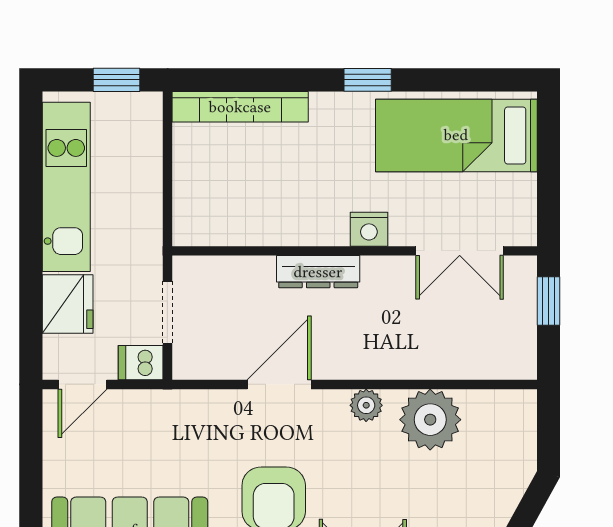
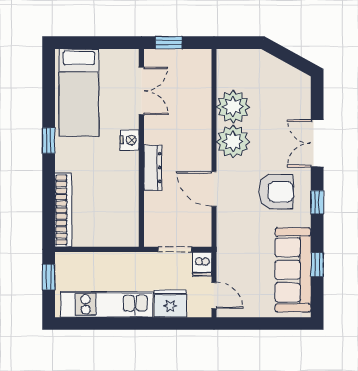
plant: (366, 405) -> (233, 142), width x1.88, depth x1.88

